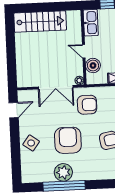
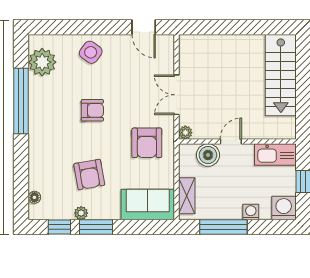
double door: (56, 87) -> (177, 95), width x0.73
armchair: (68, 140) -> (92, 110), width x0.53, depth x0.53
plant: (63, 172) -> (42, 62), moved

